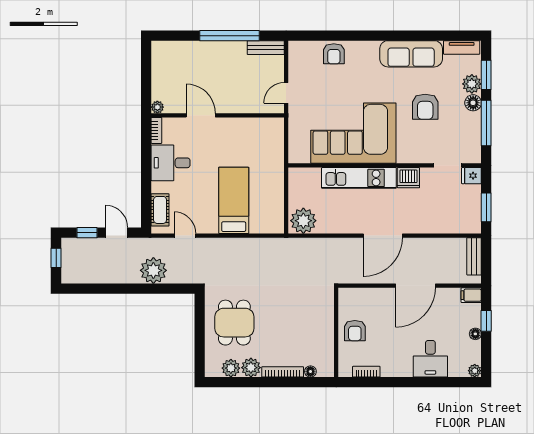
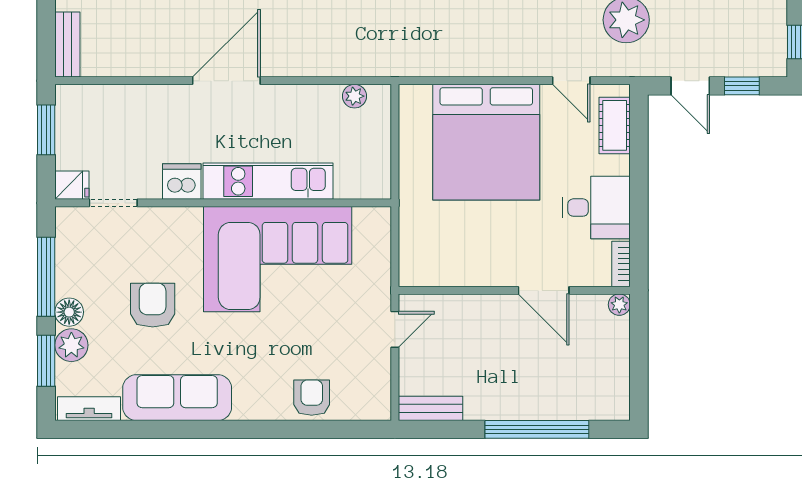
window: (230, 36) -> (537, 429), moved
bed: (234, 200) -> (486, 142), width x2.04
plant: (303, 221) -> (354, 96), width x0.53, depth x0.53

